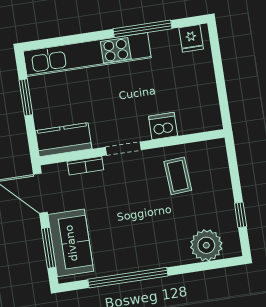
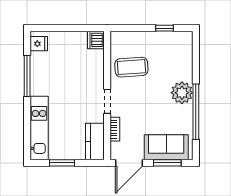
kitchen unit: (87, 54) -> (39, 128), width x0.73
dishwasher: (163, 126) -> (96, 40), moved
coffee table: (178, 176) -> (131, 67), width x1.36, depth x1.30
plant: (206, 245) -> (182, 93), moved

